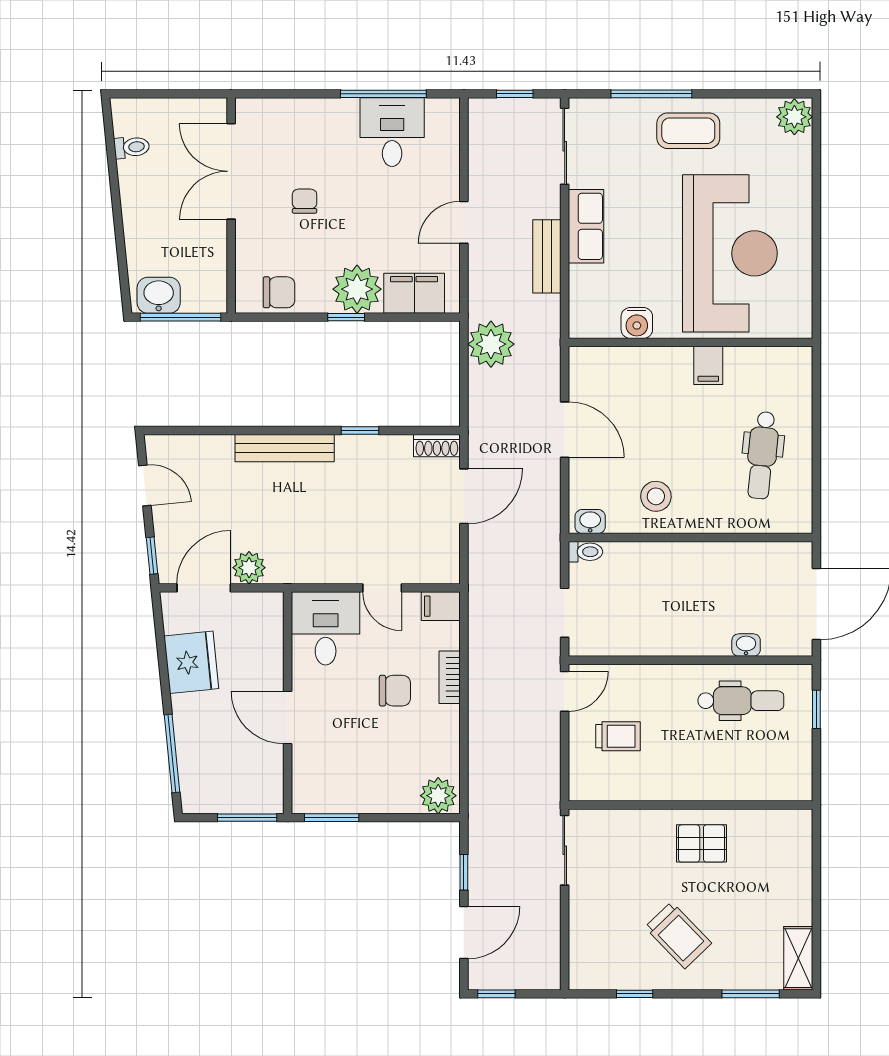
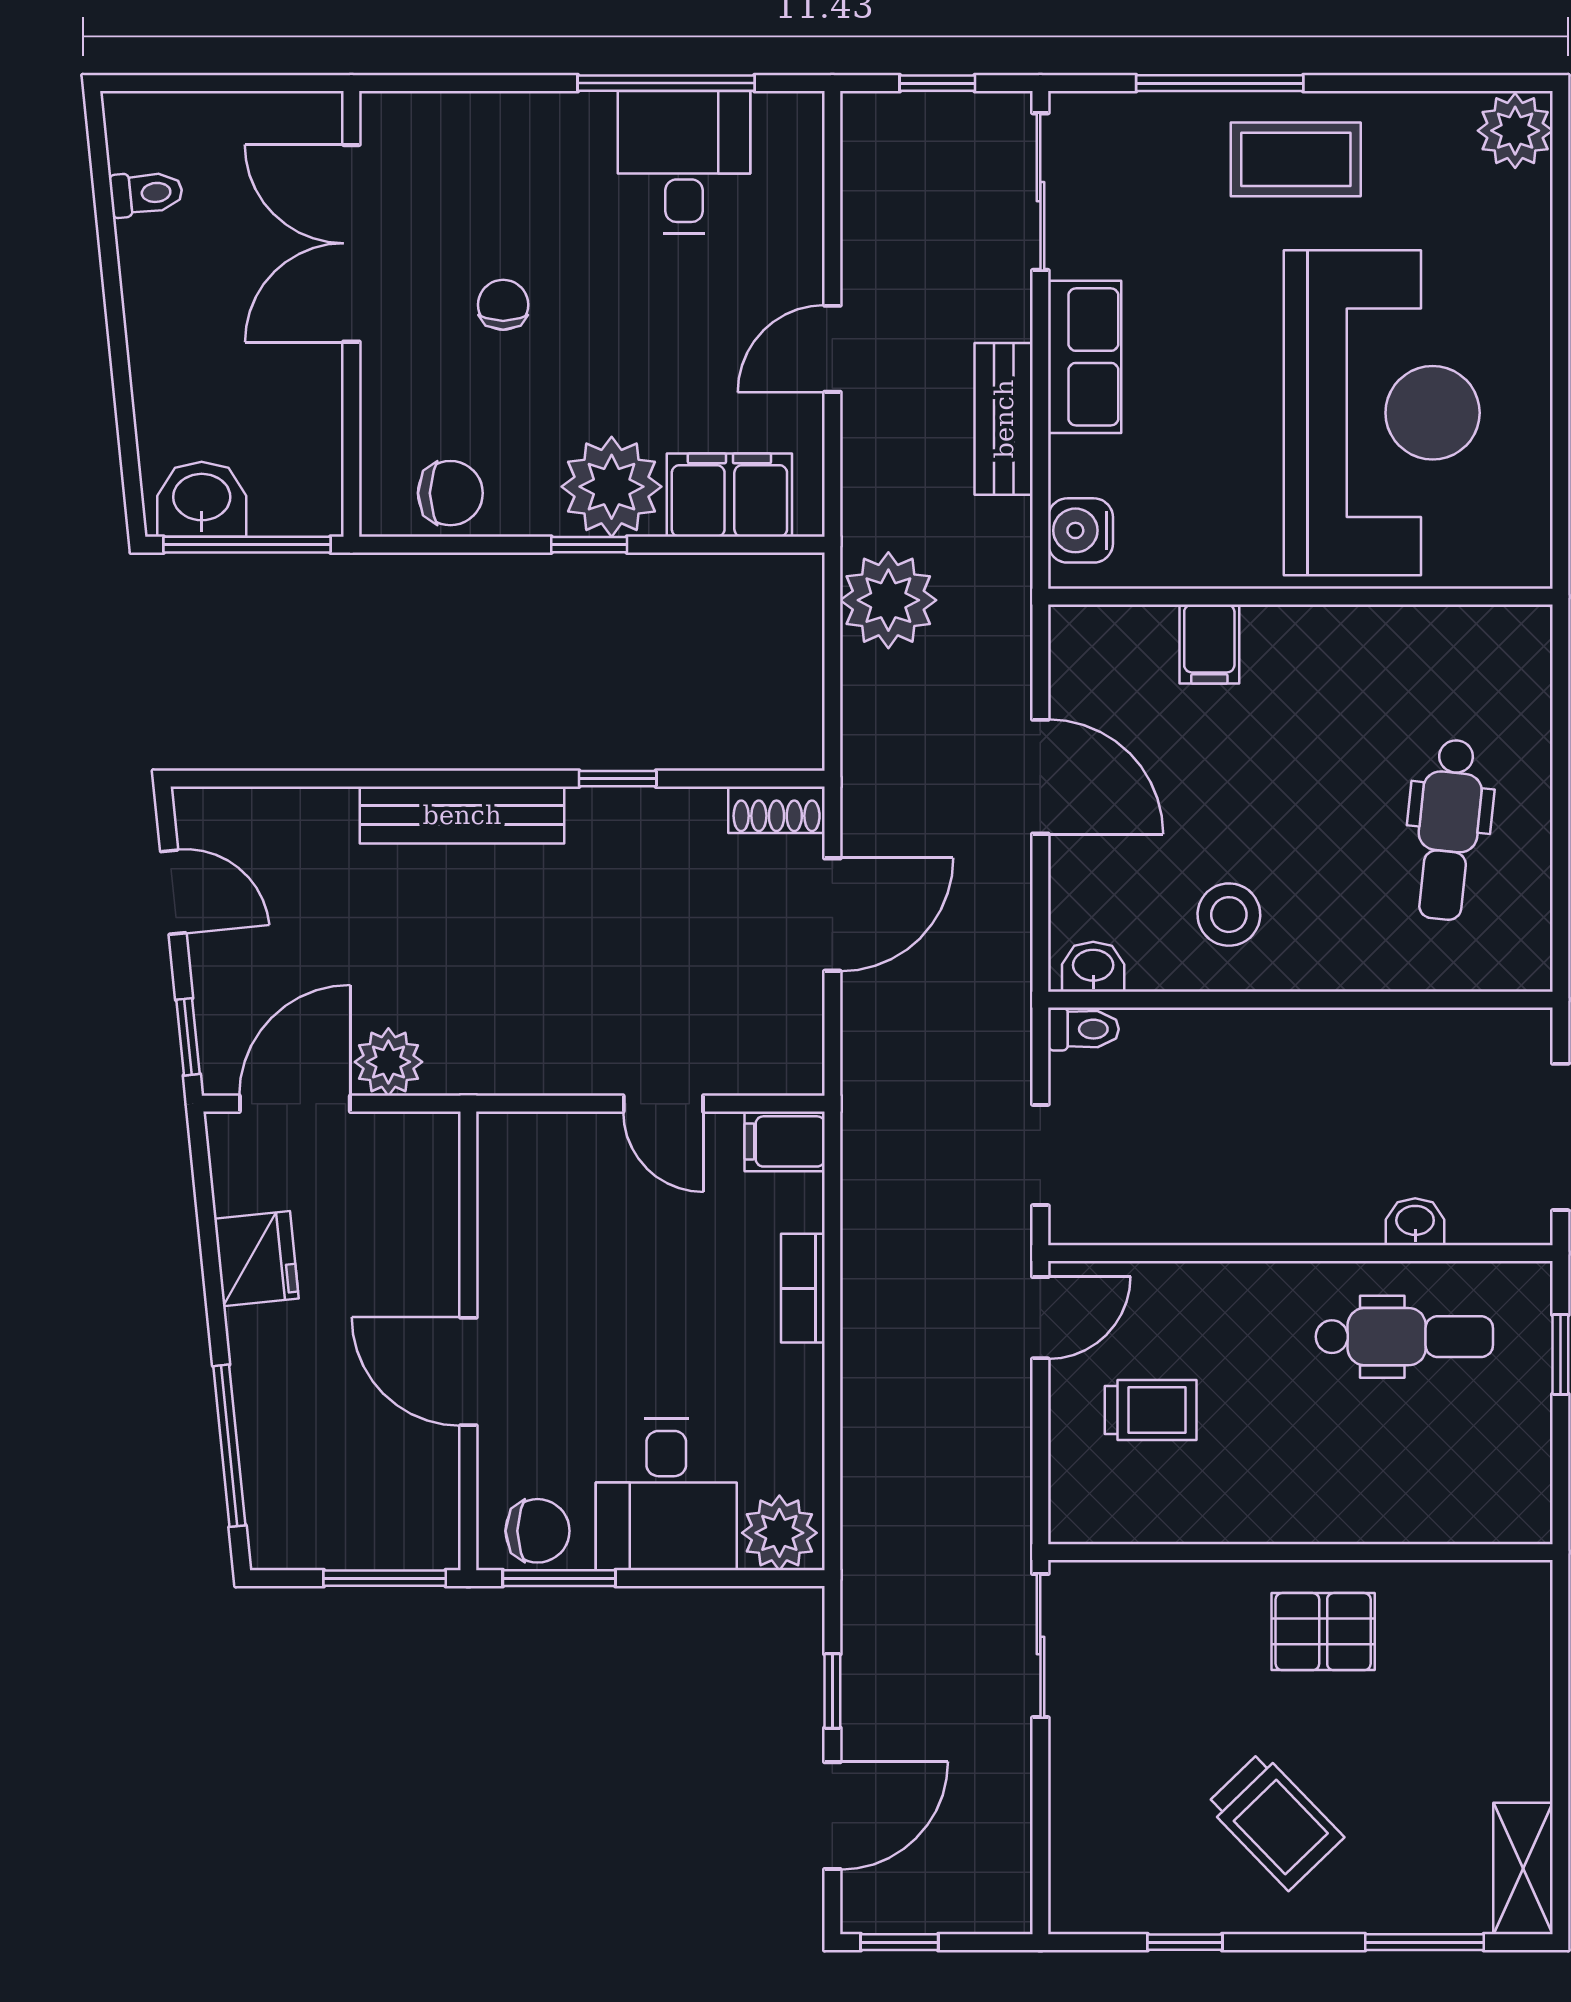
water cooler: (637, 323) -> (1081, 530), moved, turned 90
filing cabinet: (708, 365) -> (1209, 644), moved
desk: (326, 628) -> (666, 1494), moved, turned 180
fridge: (191, 662) -> (256, 1259), width x0.73, depth x0.75
chair: (395, 691) -> (538, 1531), moved

